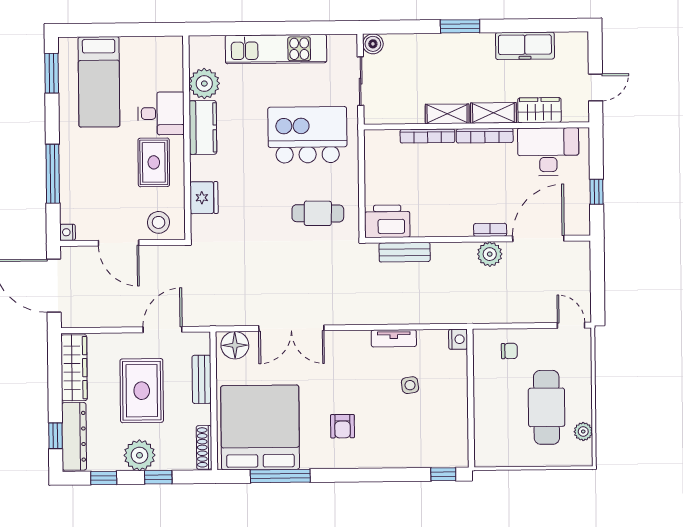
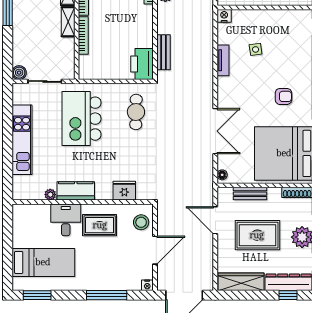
plant: (204, 84) -> (50, 195), width x0.53, depth x0.53
floor lamp: (235, 345) -> (222, 175), width x0.53, depth x0.53

